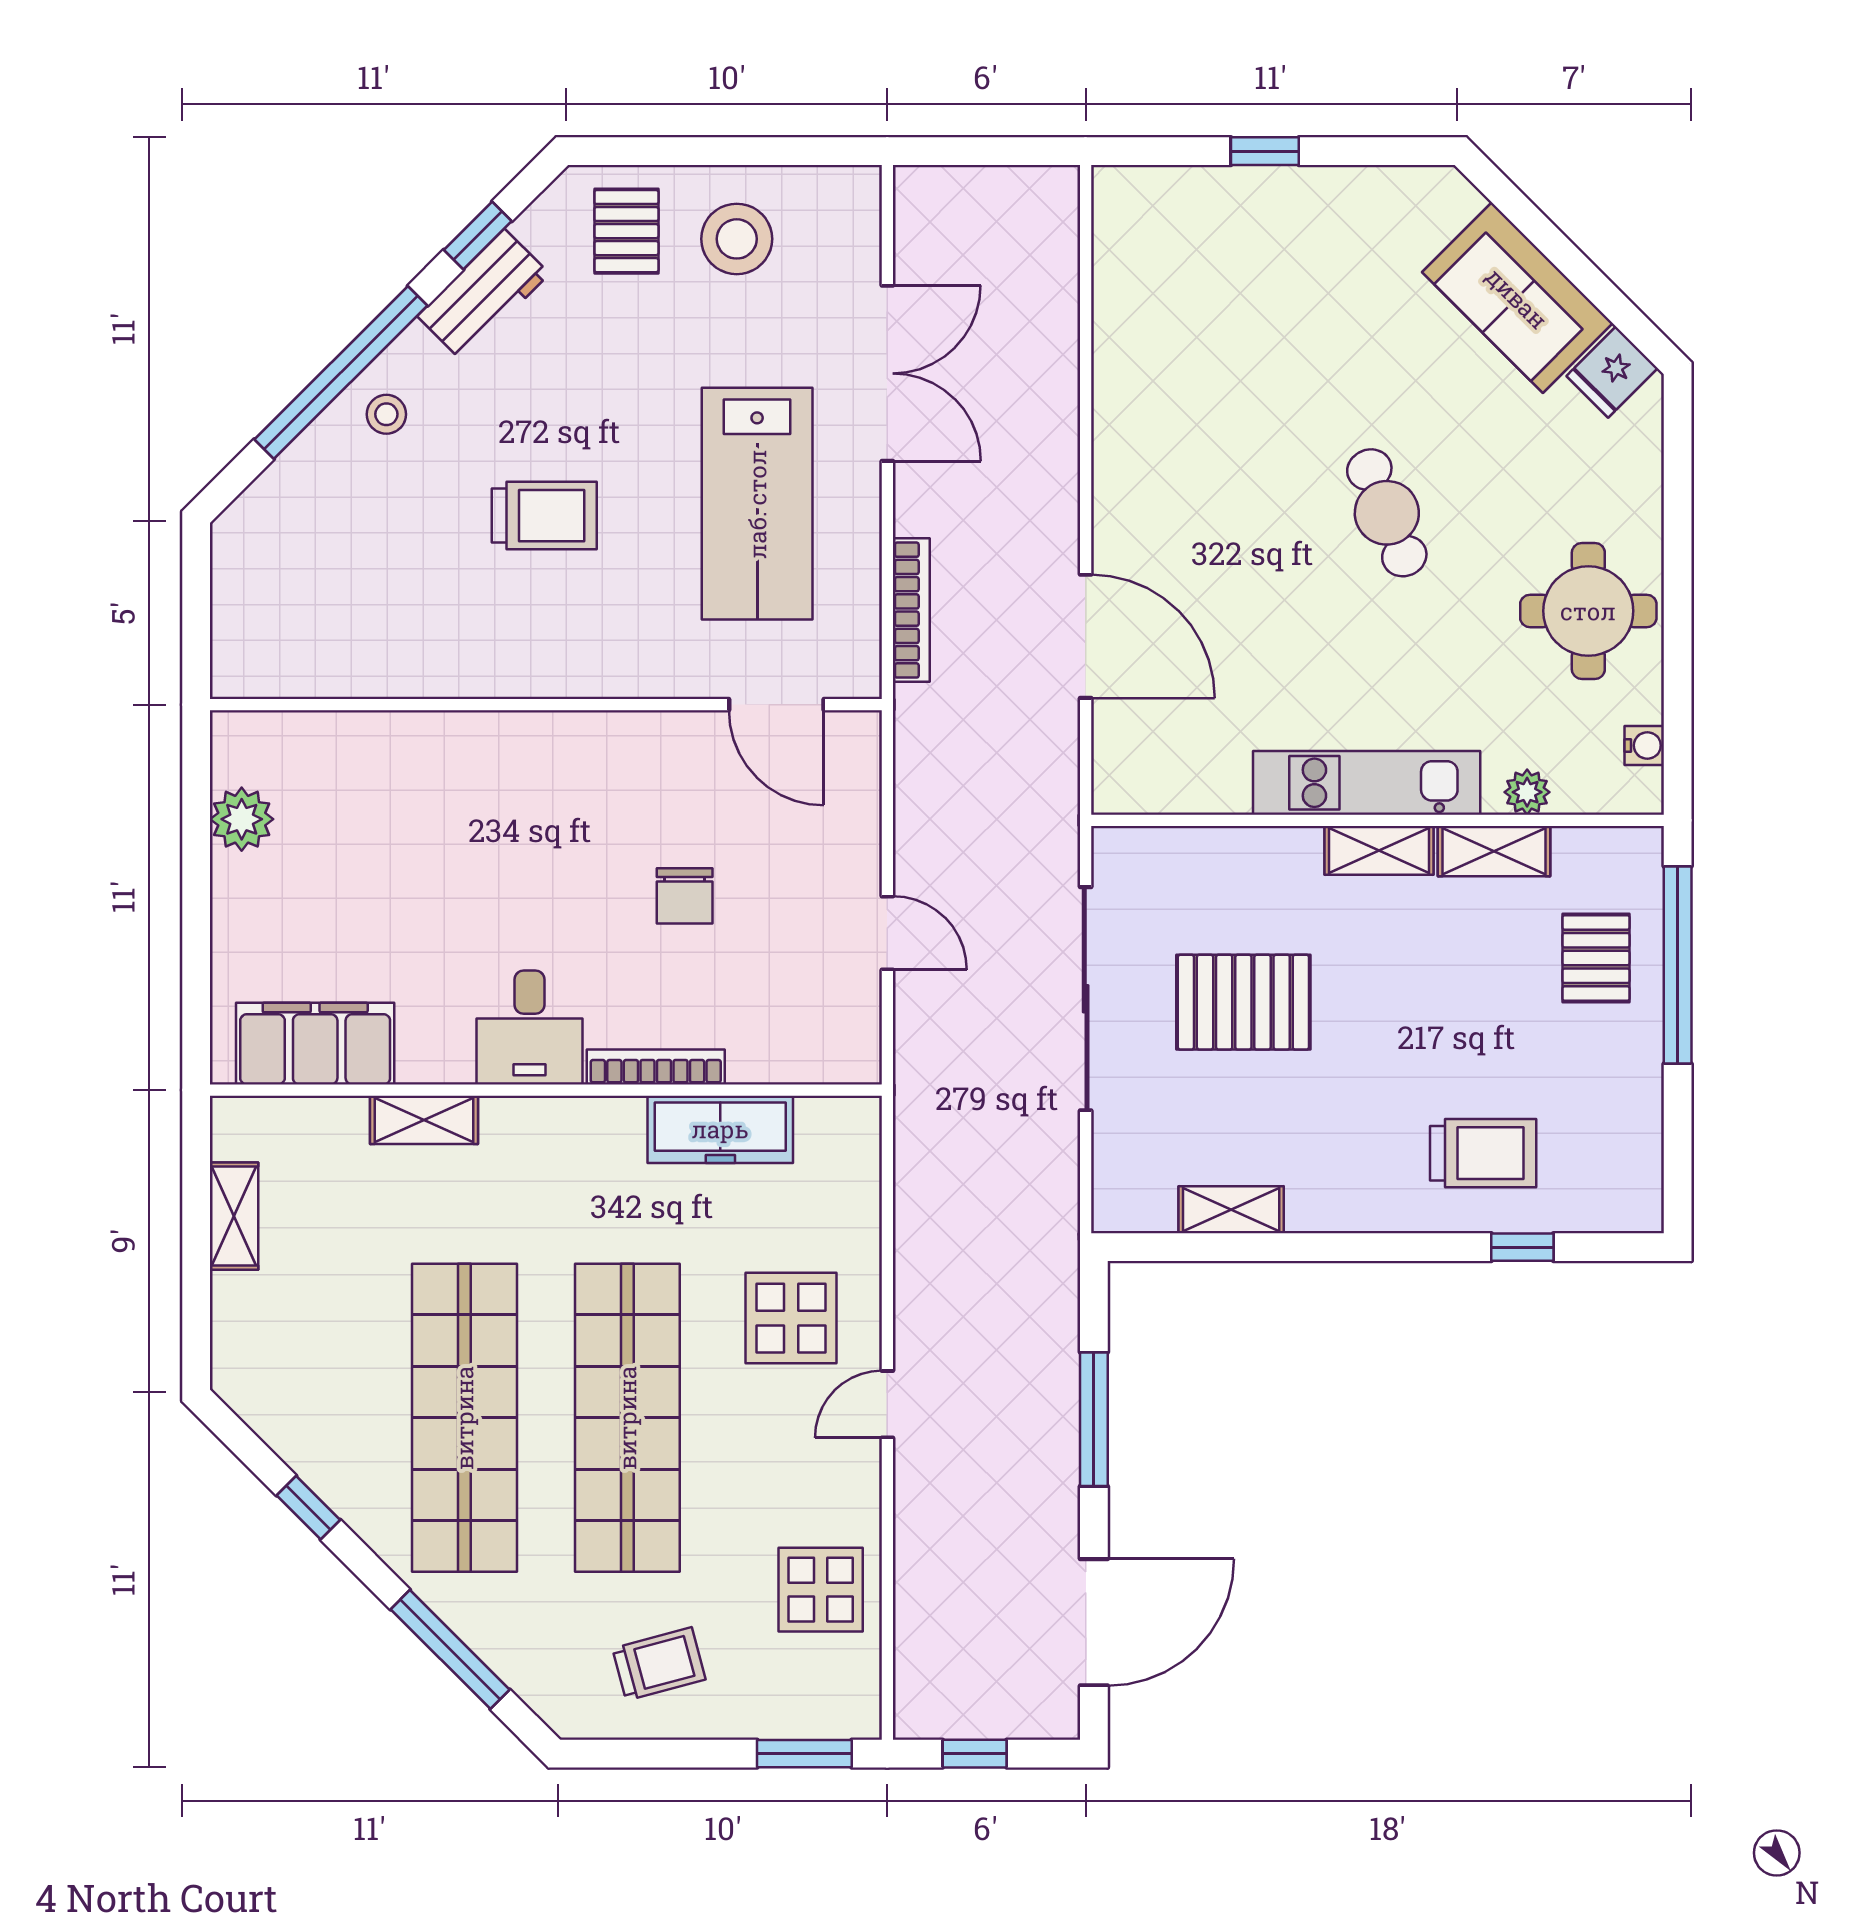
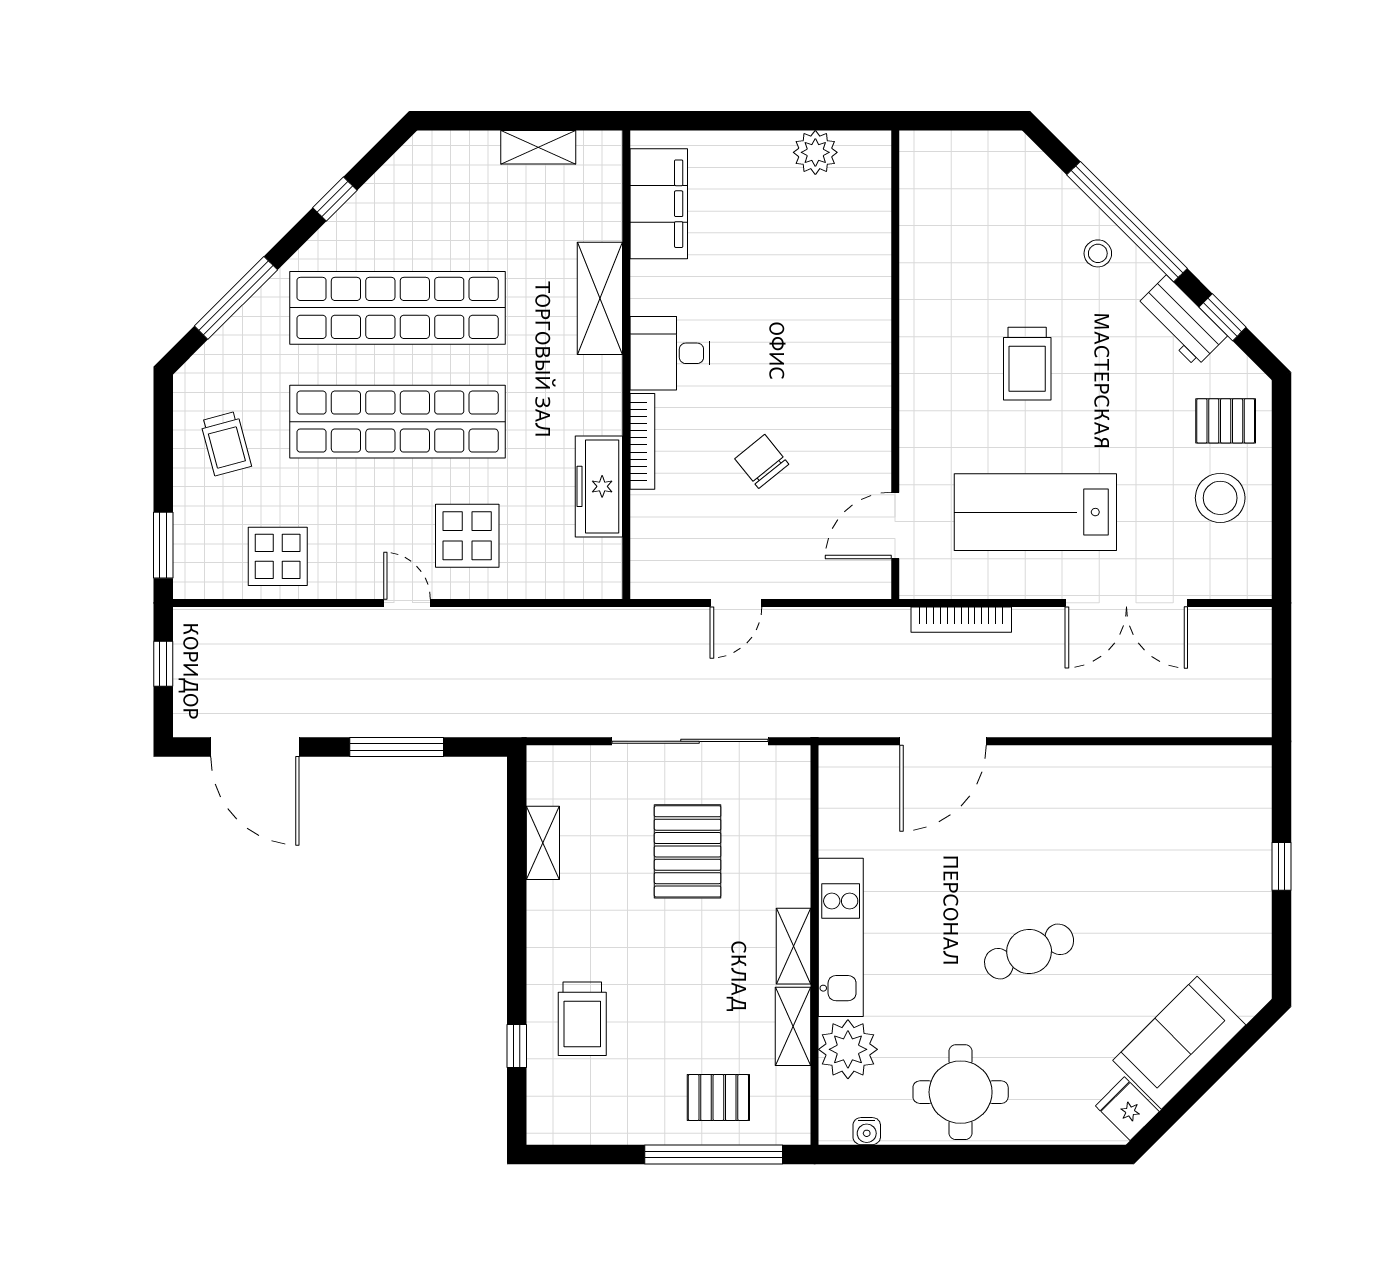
plant: (1527, 792) -> (848, 1049), width x1.87, depth x1.87
chair: (685, 896) -> (762, 461), turned 51
shelving: (424, 1120) -> (600, 298), width x1.50, depth x1.33

